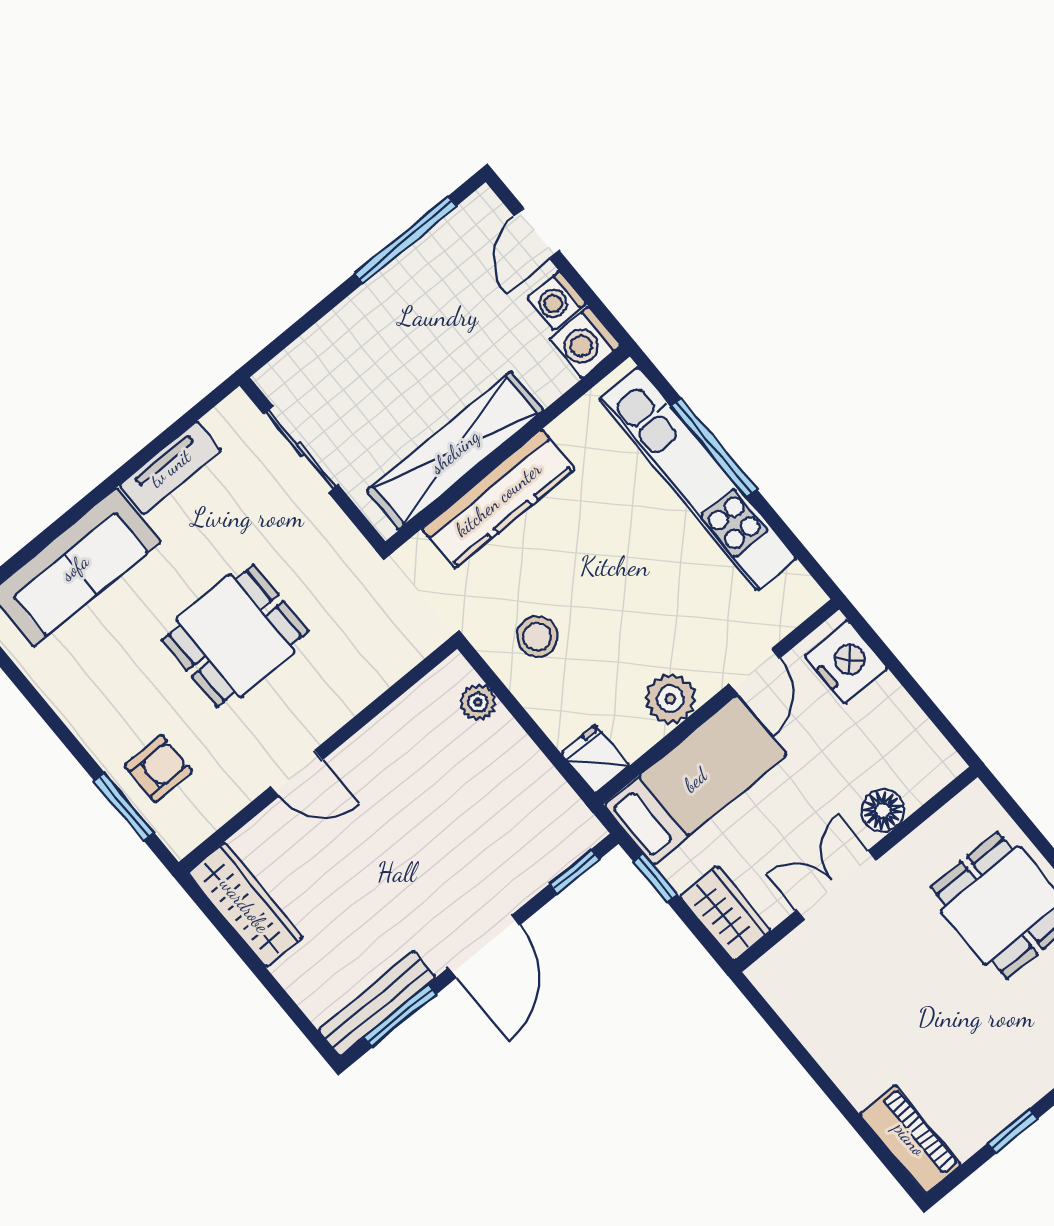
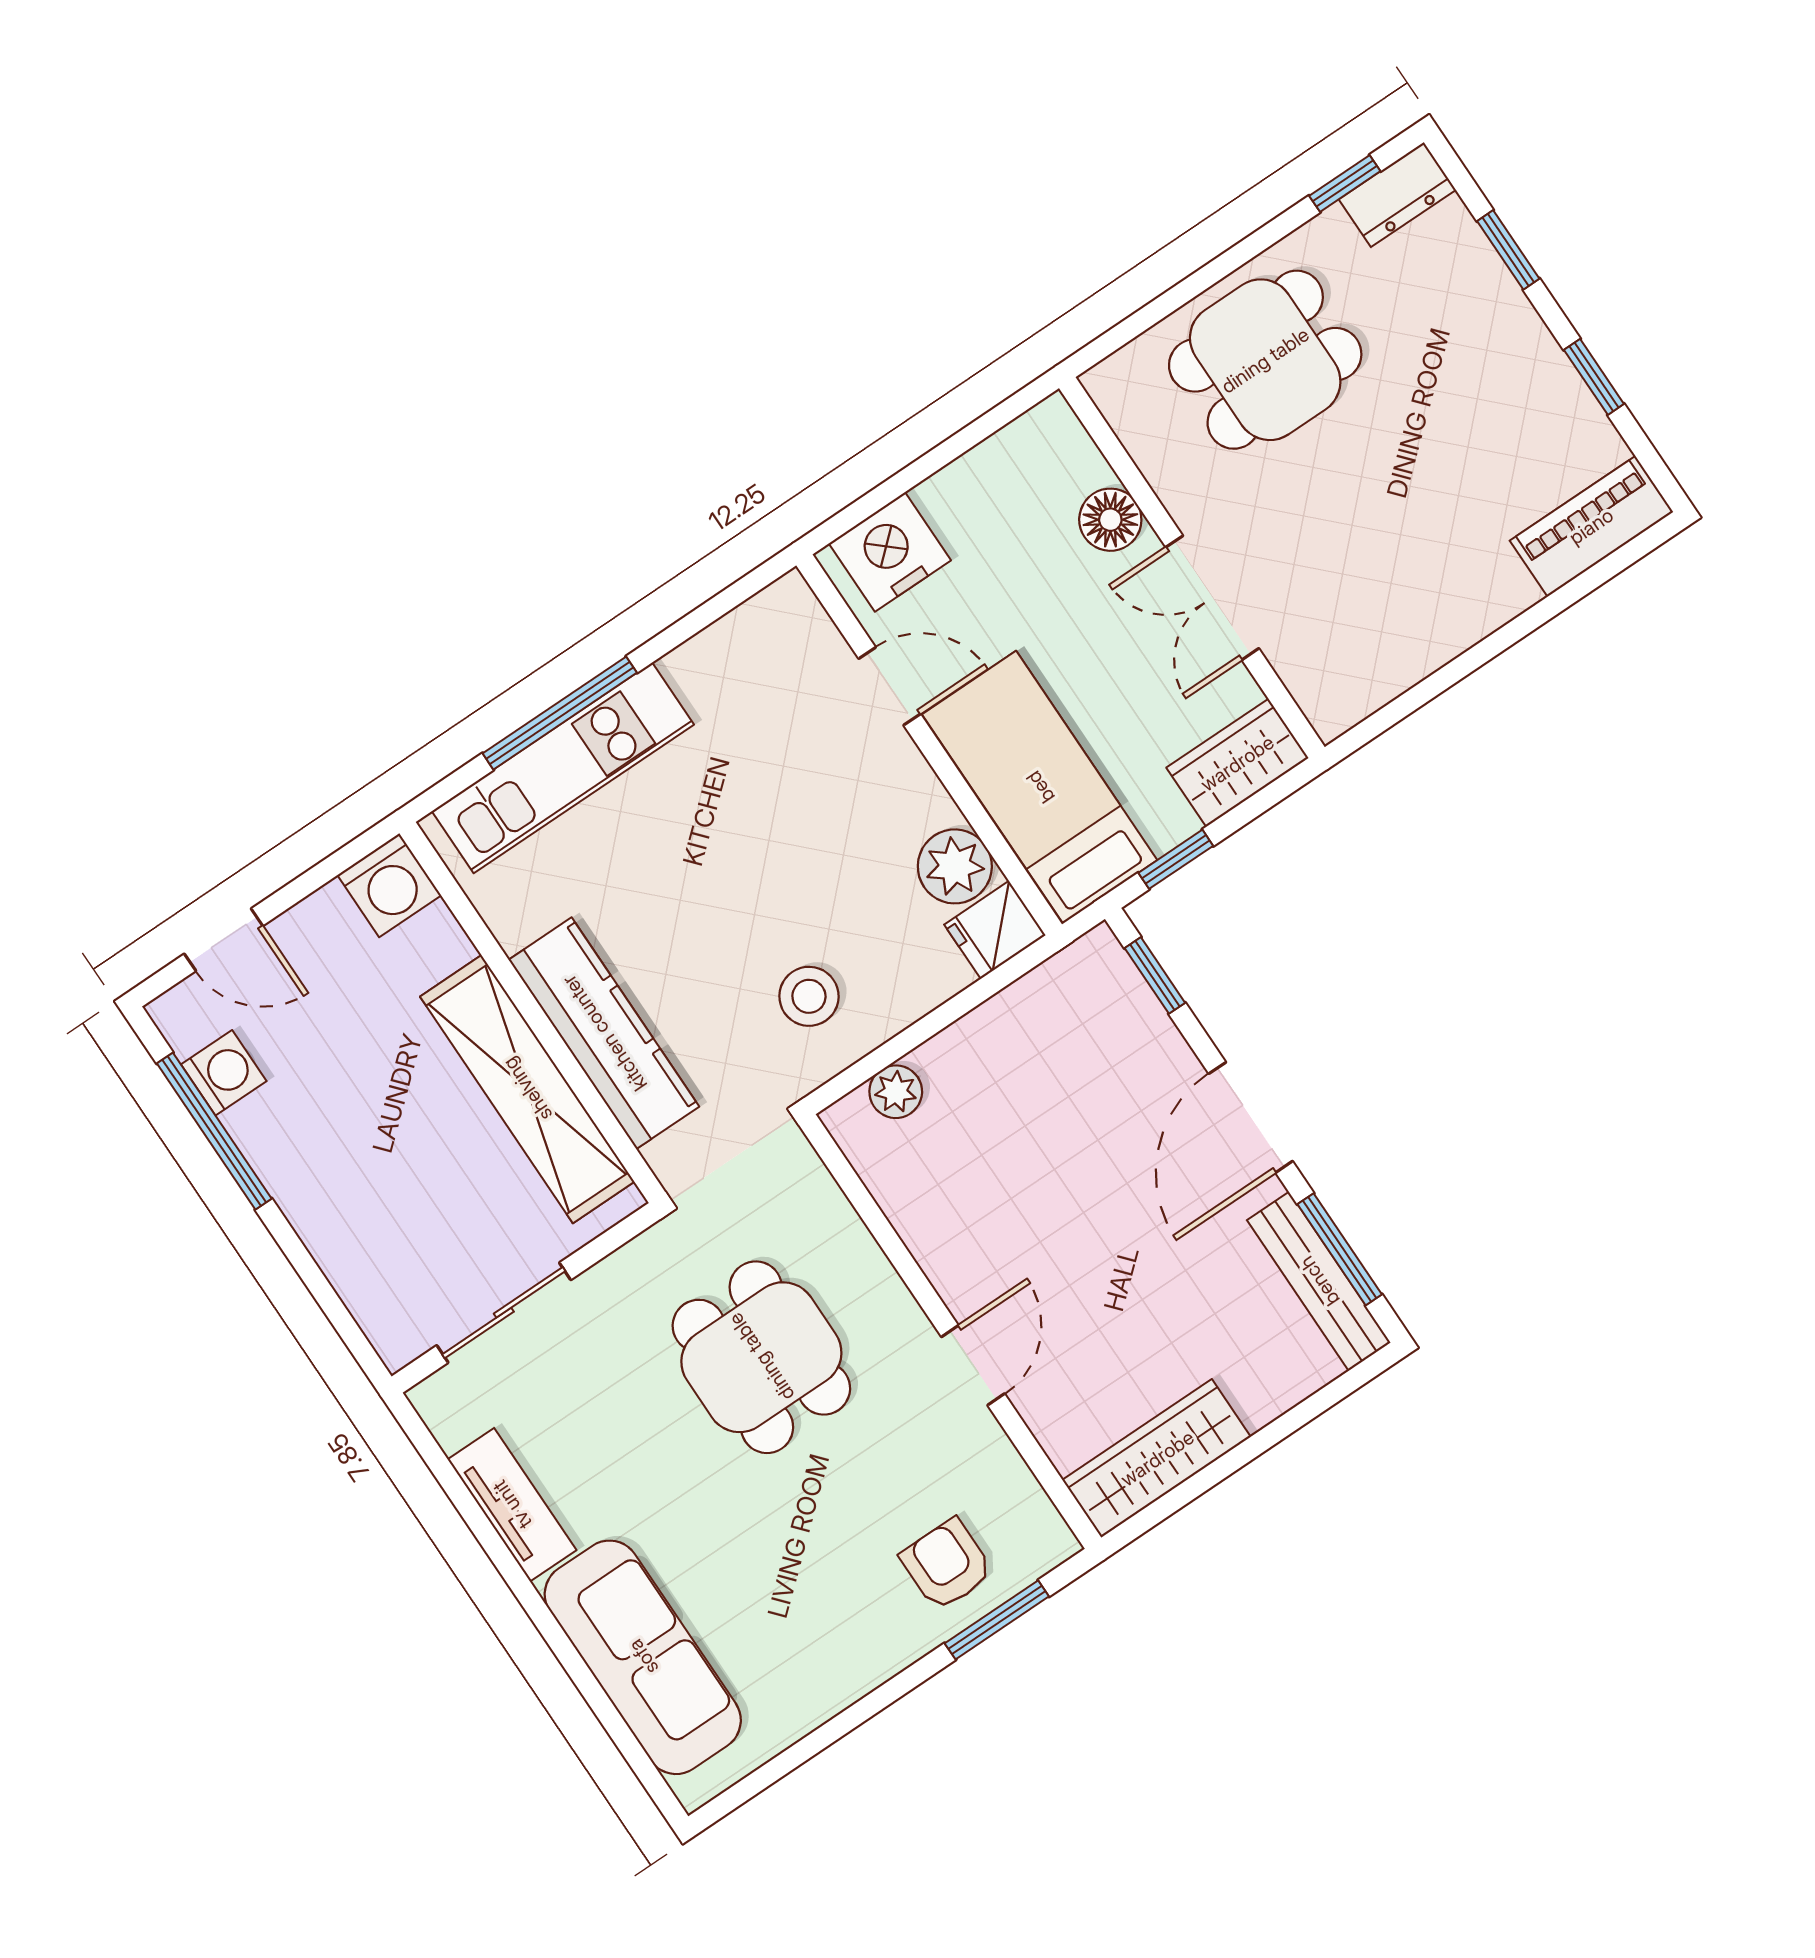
washing machine: (556, 301) -> (224, 1073), moved, turned -90
kitchen unit: (698, 479) -> (563, 768), width x0.73
dining table: (235, 636) -> (761, 1357), moved
plant: (670, 699) -> (955, 866), moved
door: (484, 946) -> (1251, 1117), swing flipped

